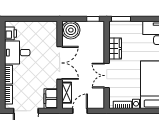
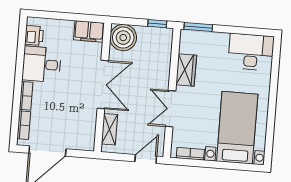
filing cabinet: (51, 99) -> (89, 31), moved, turned -90
door: (80, 111) -> (146, 159), moved

